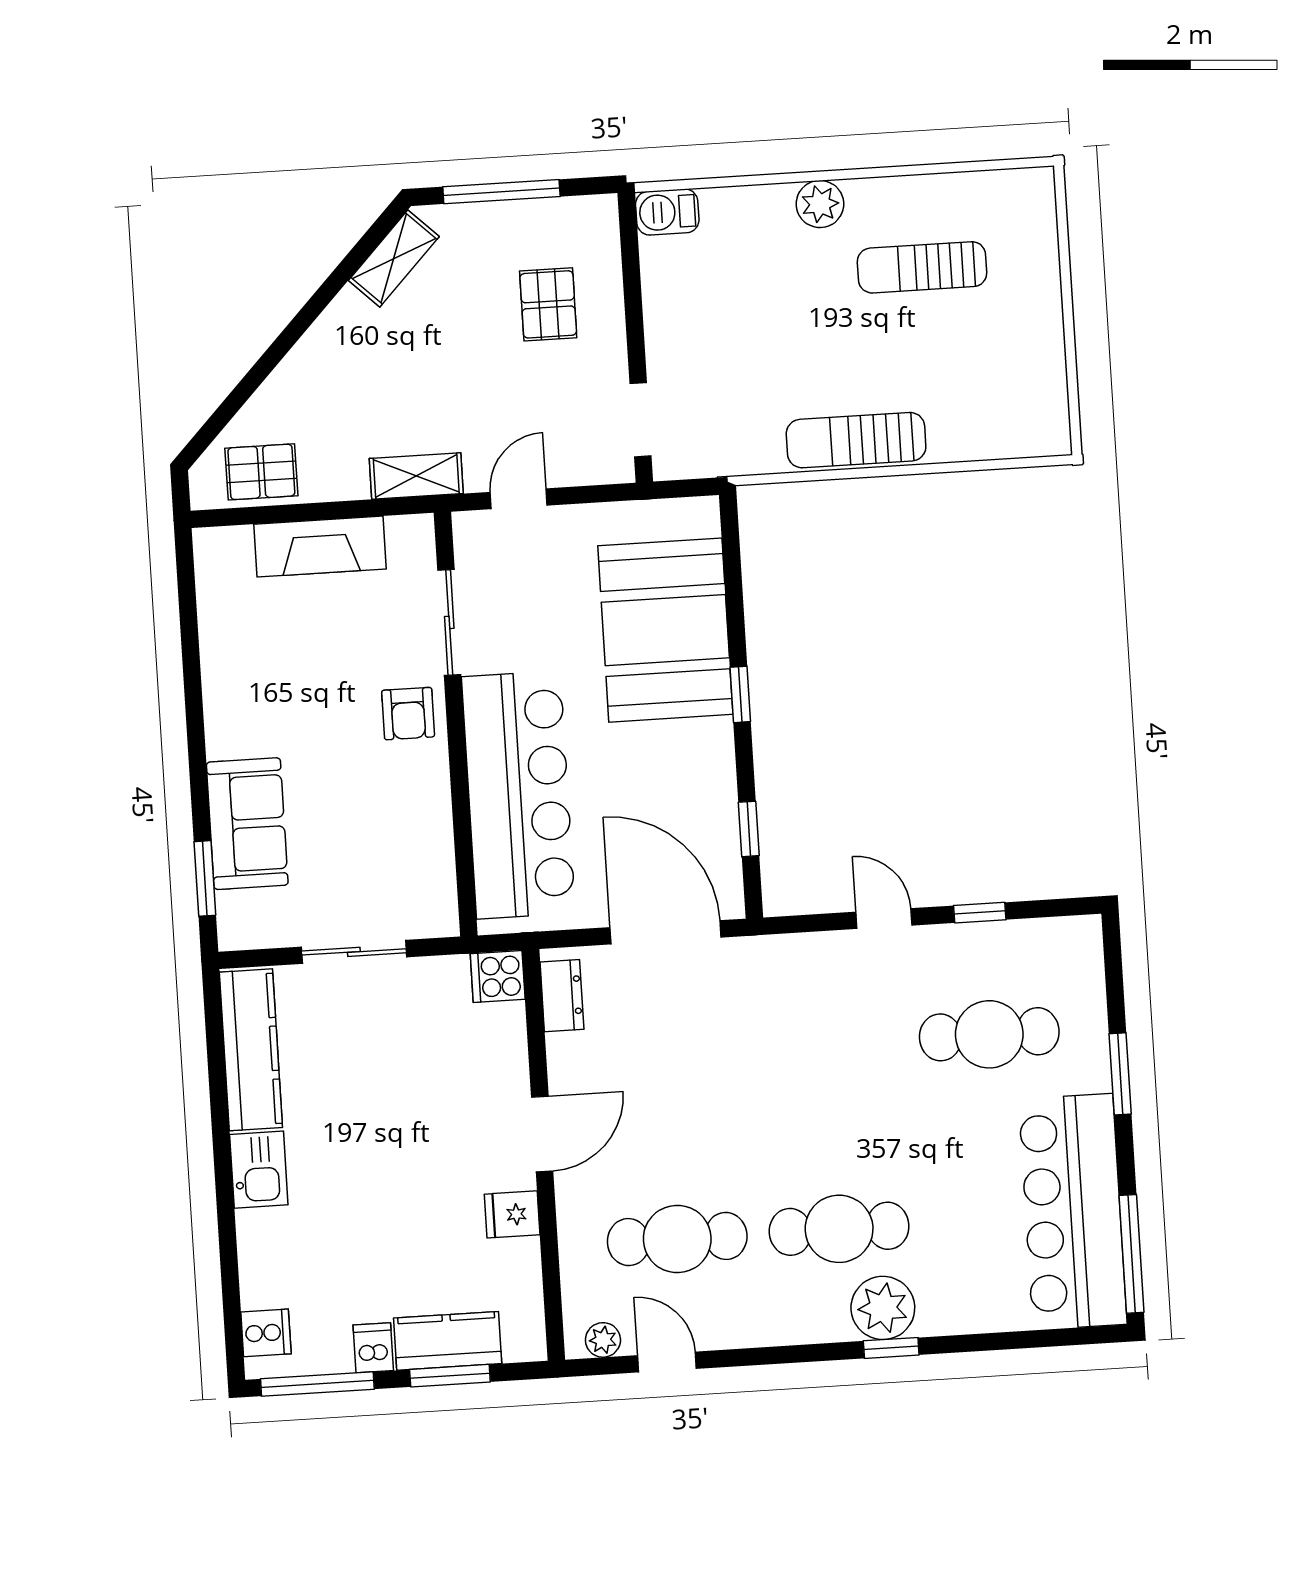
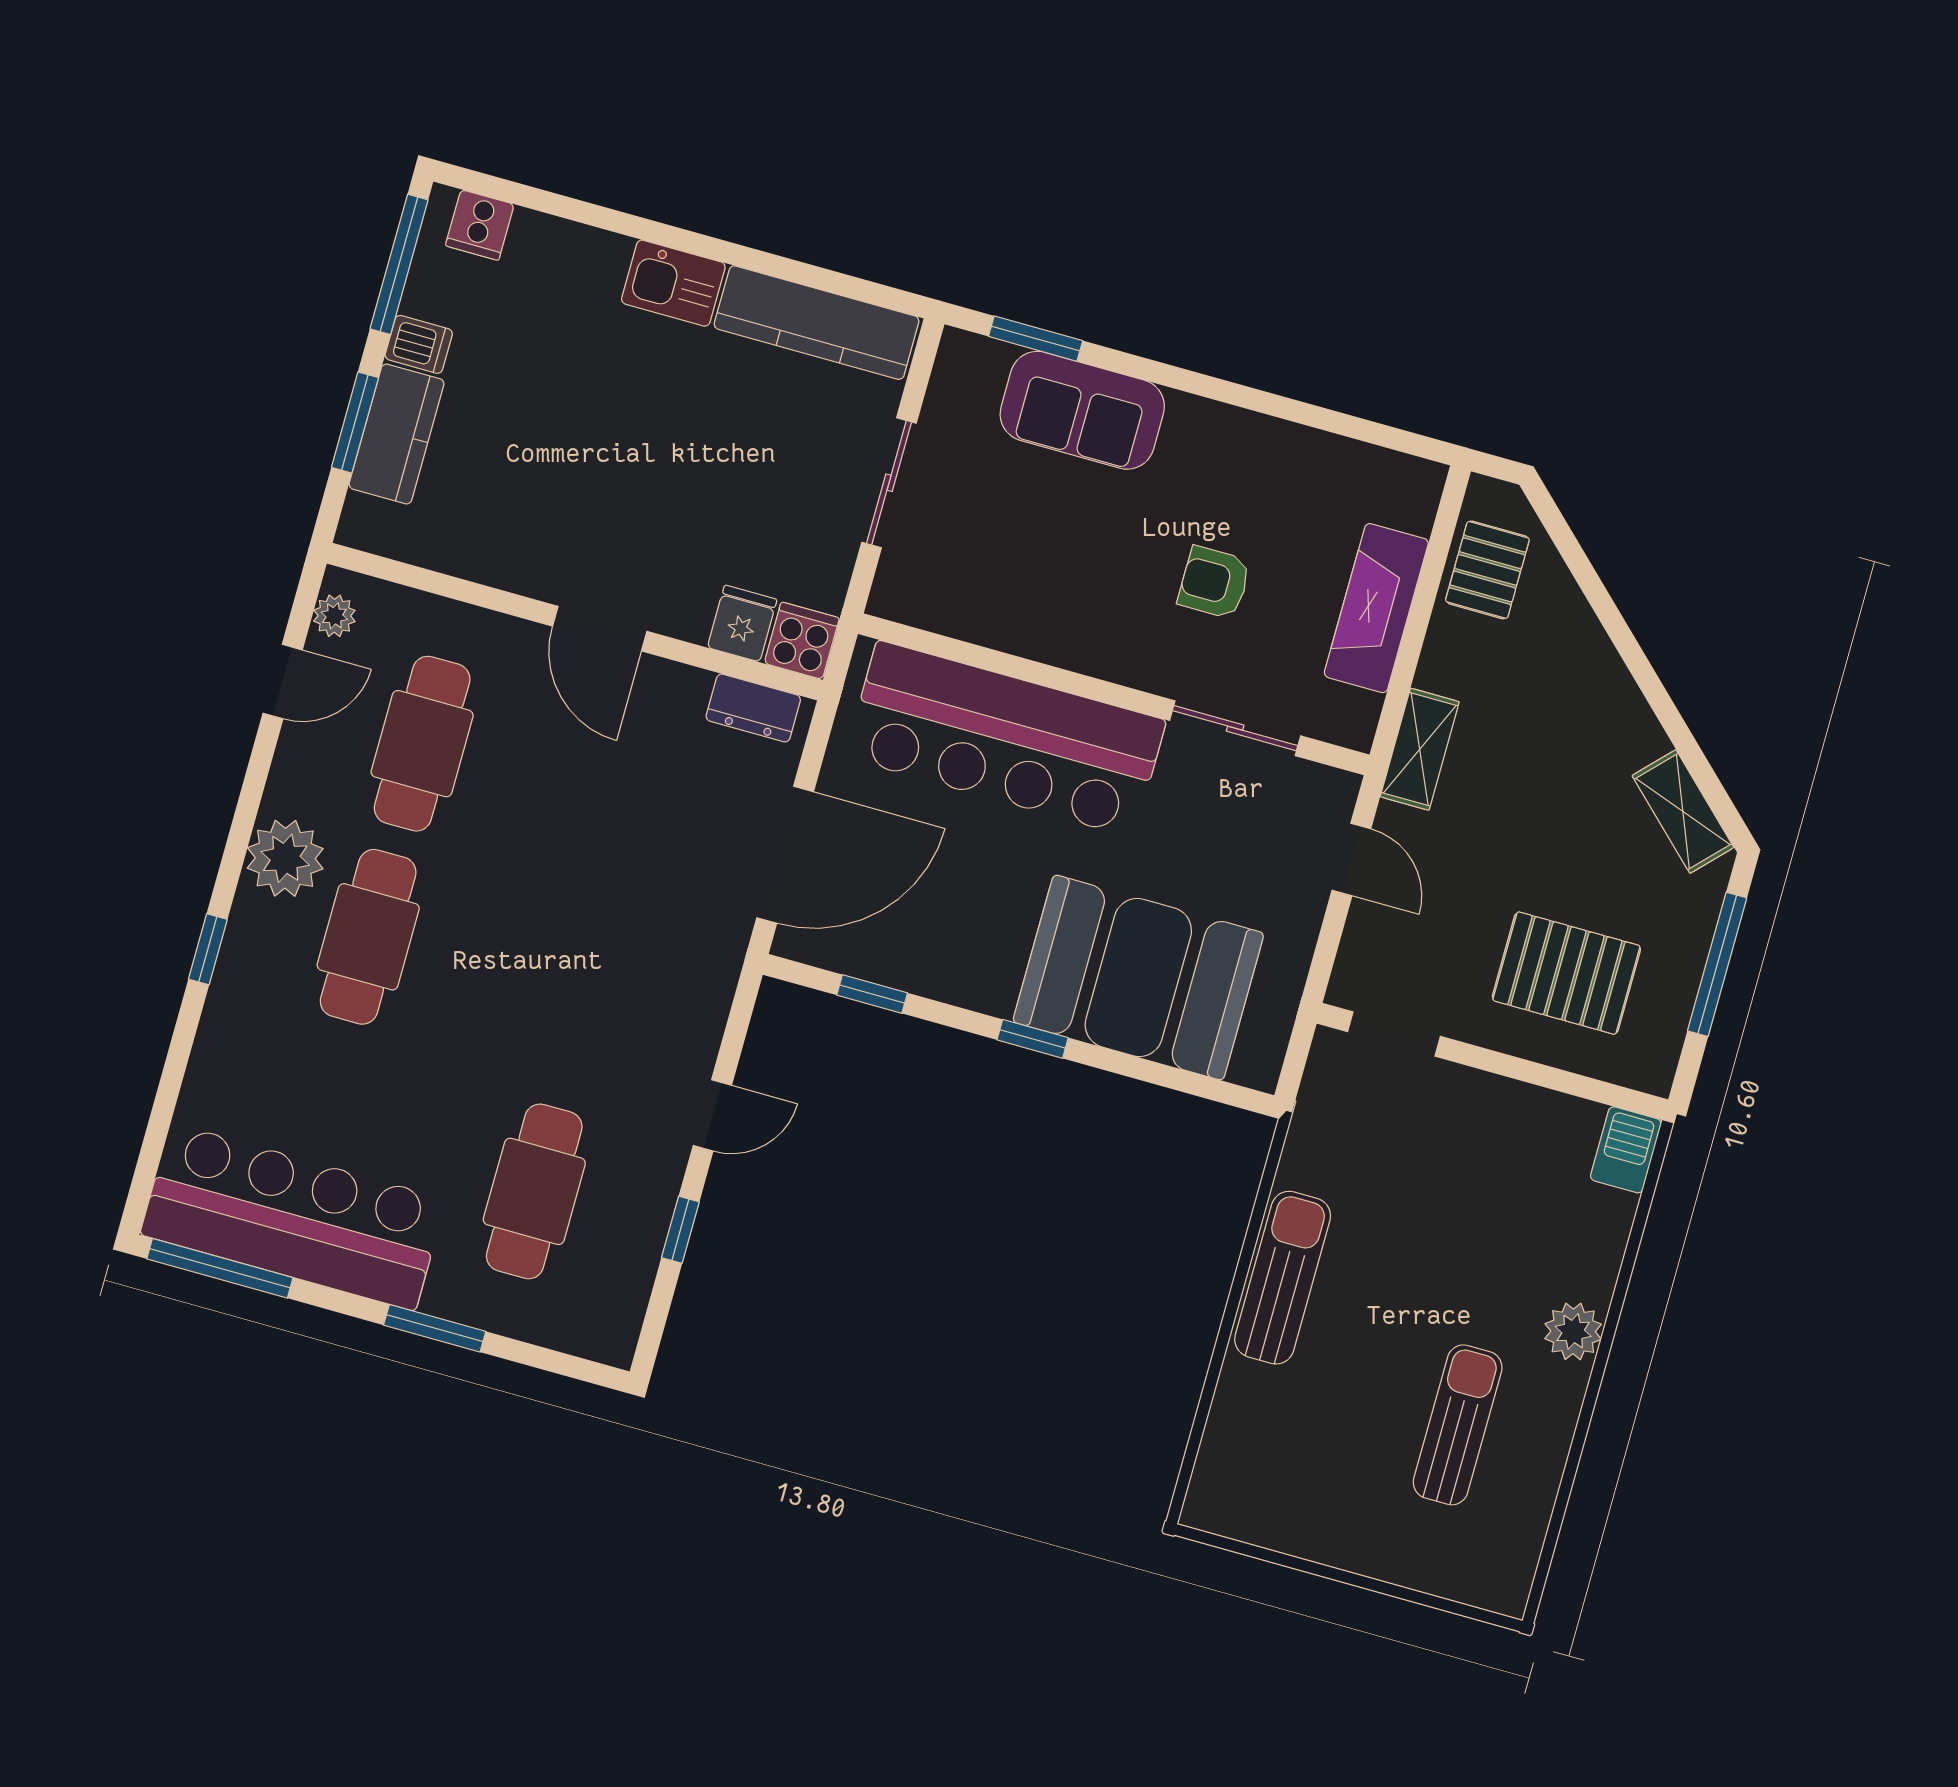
pallet: (548, 304) -> (1566, 973), width x1.50, depth x1.42
armchair: (408, 714) -> (1214, 582), moved
fridge: (512, 1214) -> (742, 623), moved
plant: (883, 1308) -> (285, 858), moved

